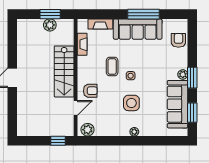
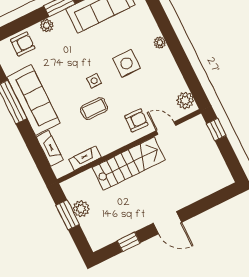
armchair: (178, 40) -> (23, 44), turned 180
window: (12, 46) -> (129, 242), added
plant: (183, 74) -> (47, 26), moved
armchair: (90, 91) -> (136, 120), turned 92

